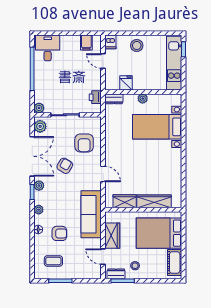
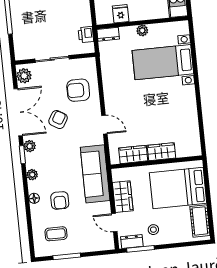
plant: (39, 108) -> (20, 54), removed
armchair: (84, 143) -> (78, 90), turned 90
wardrobe: (154, 201) -> (161, 152), width x0.67
armchair: (59, 233) -> (60, 200), turned 90

